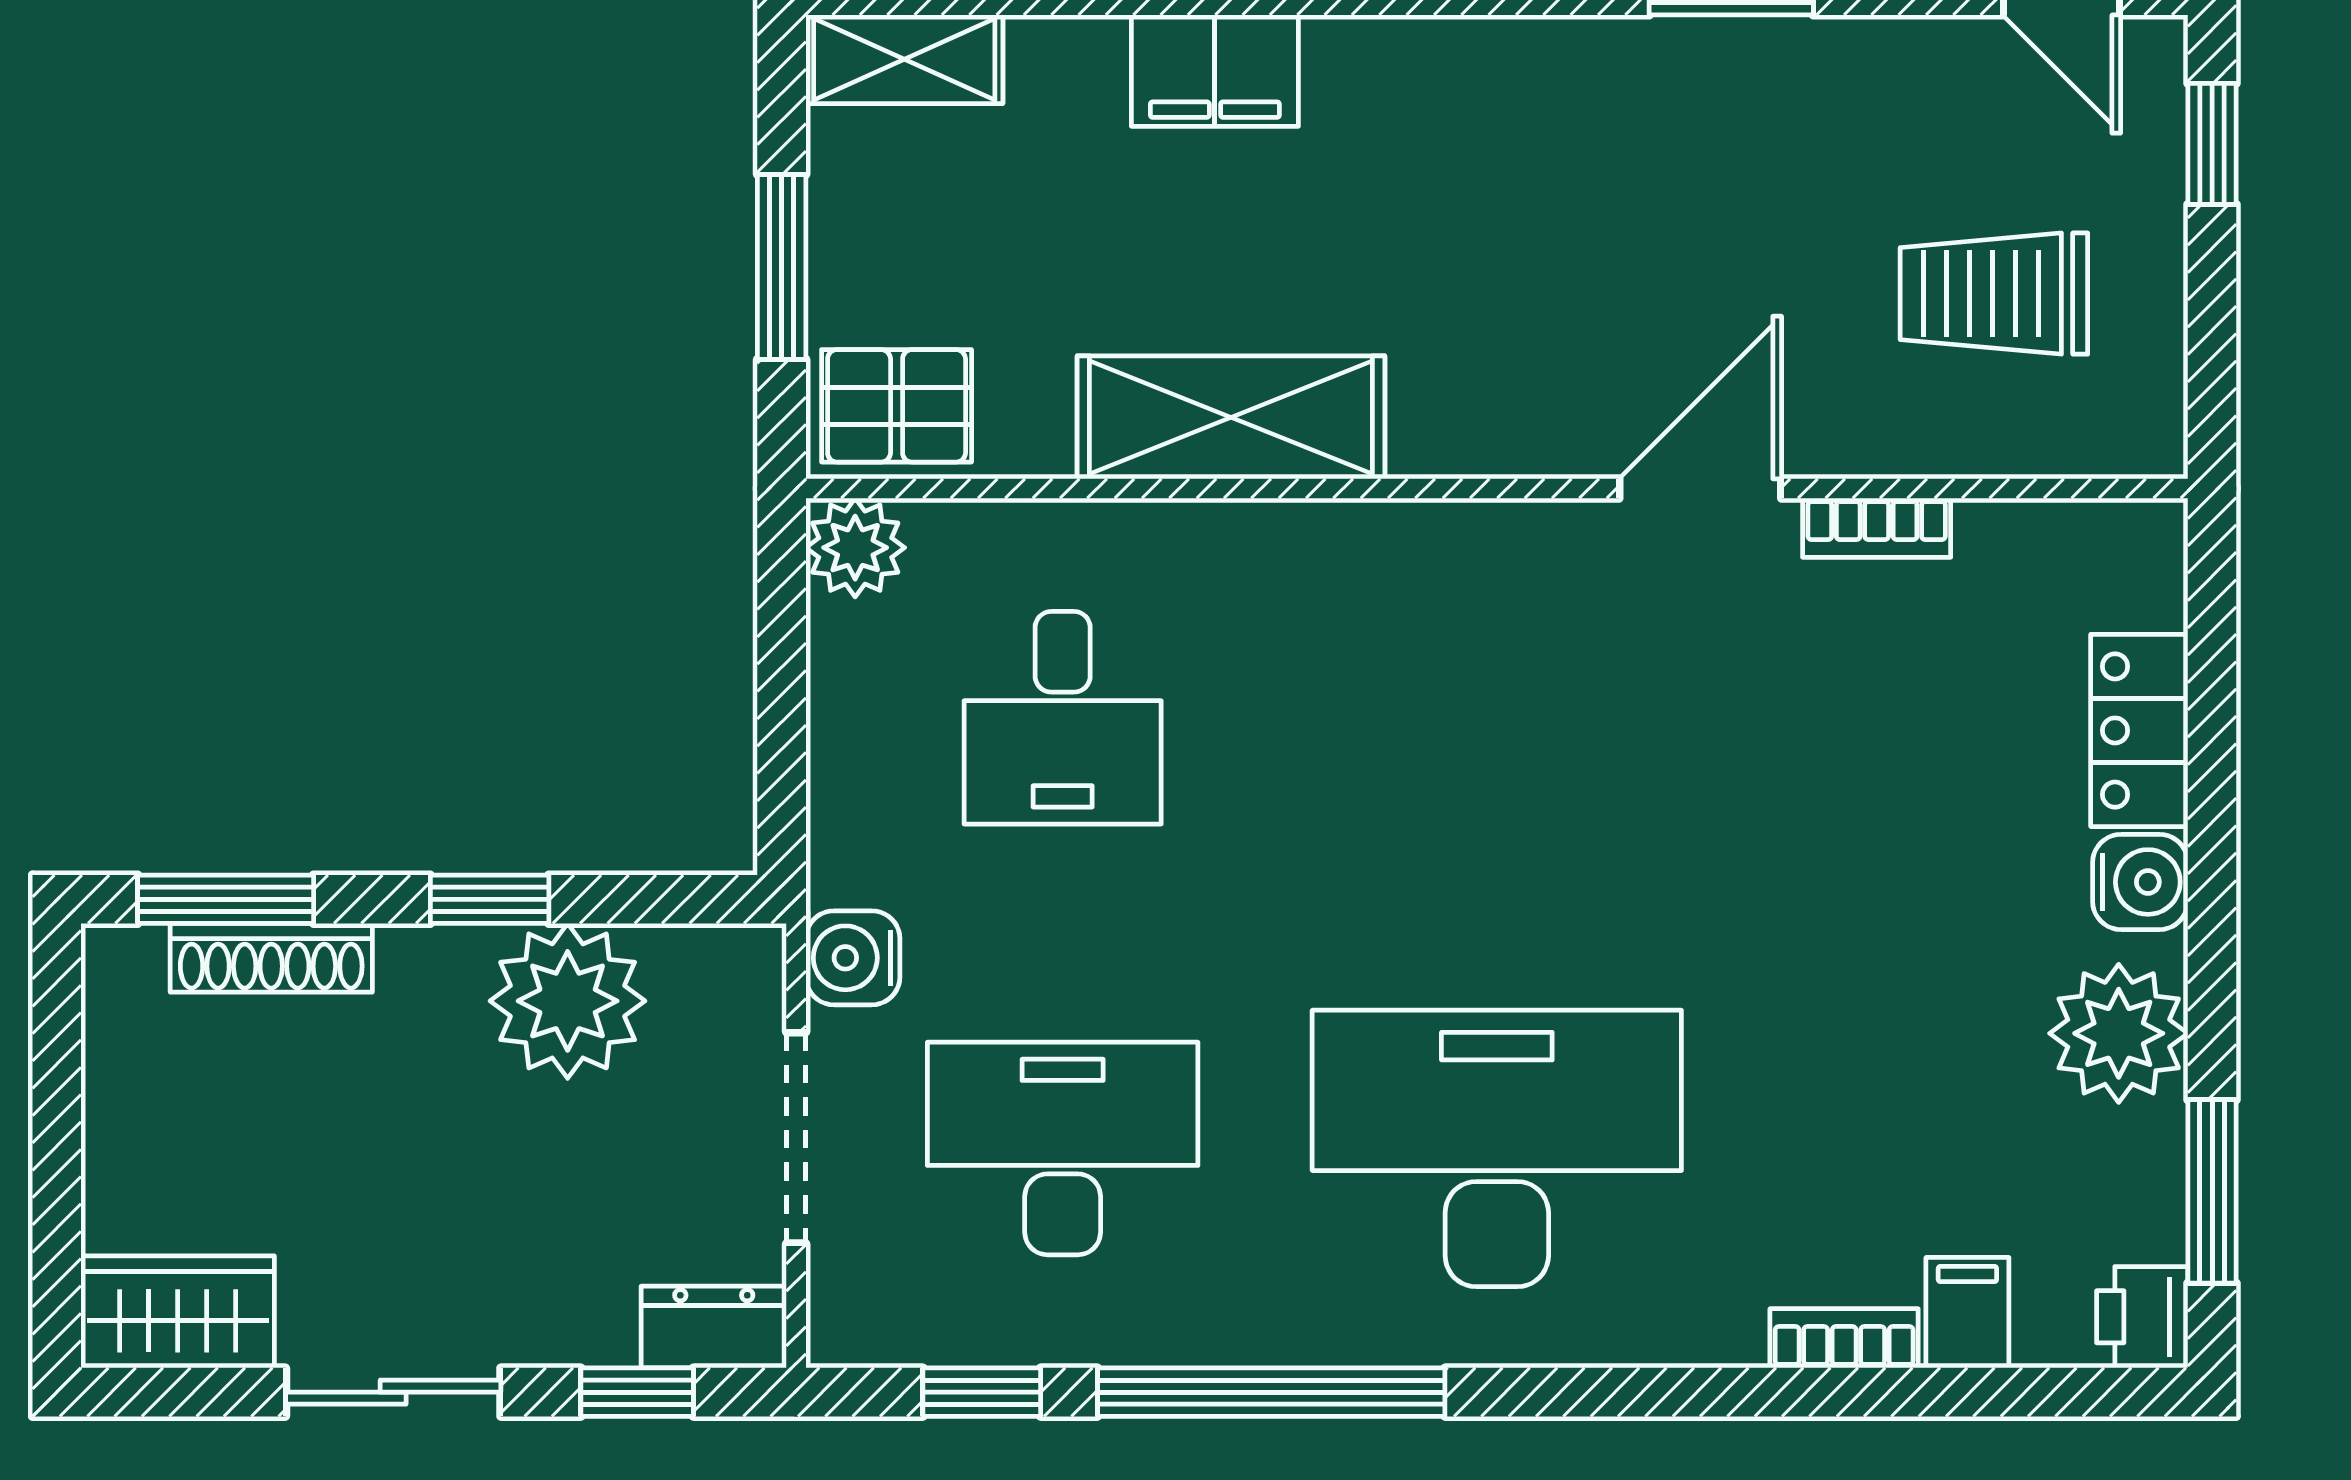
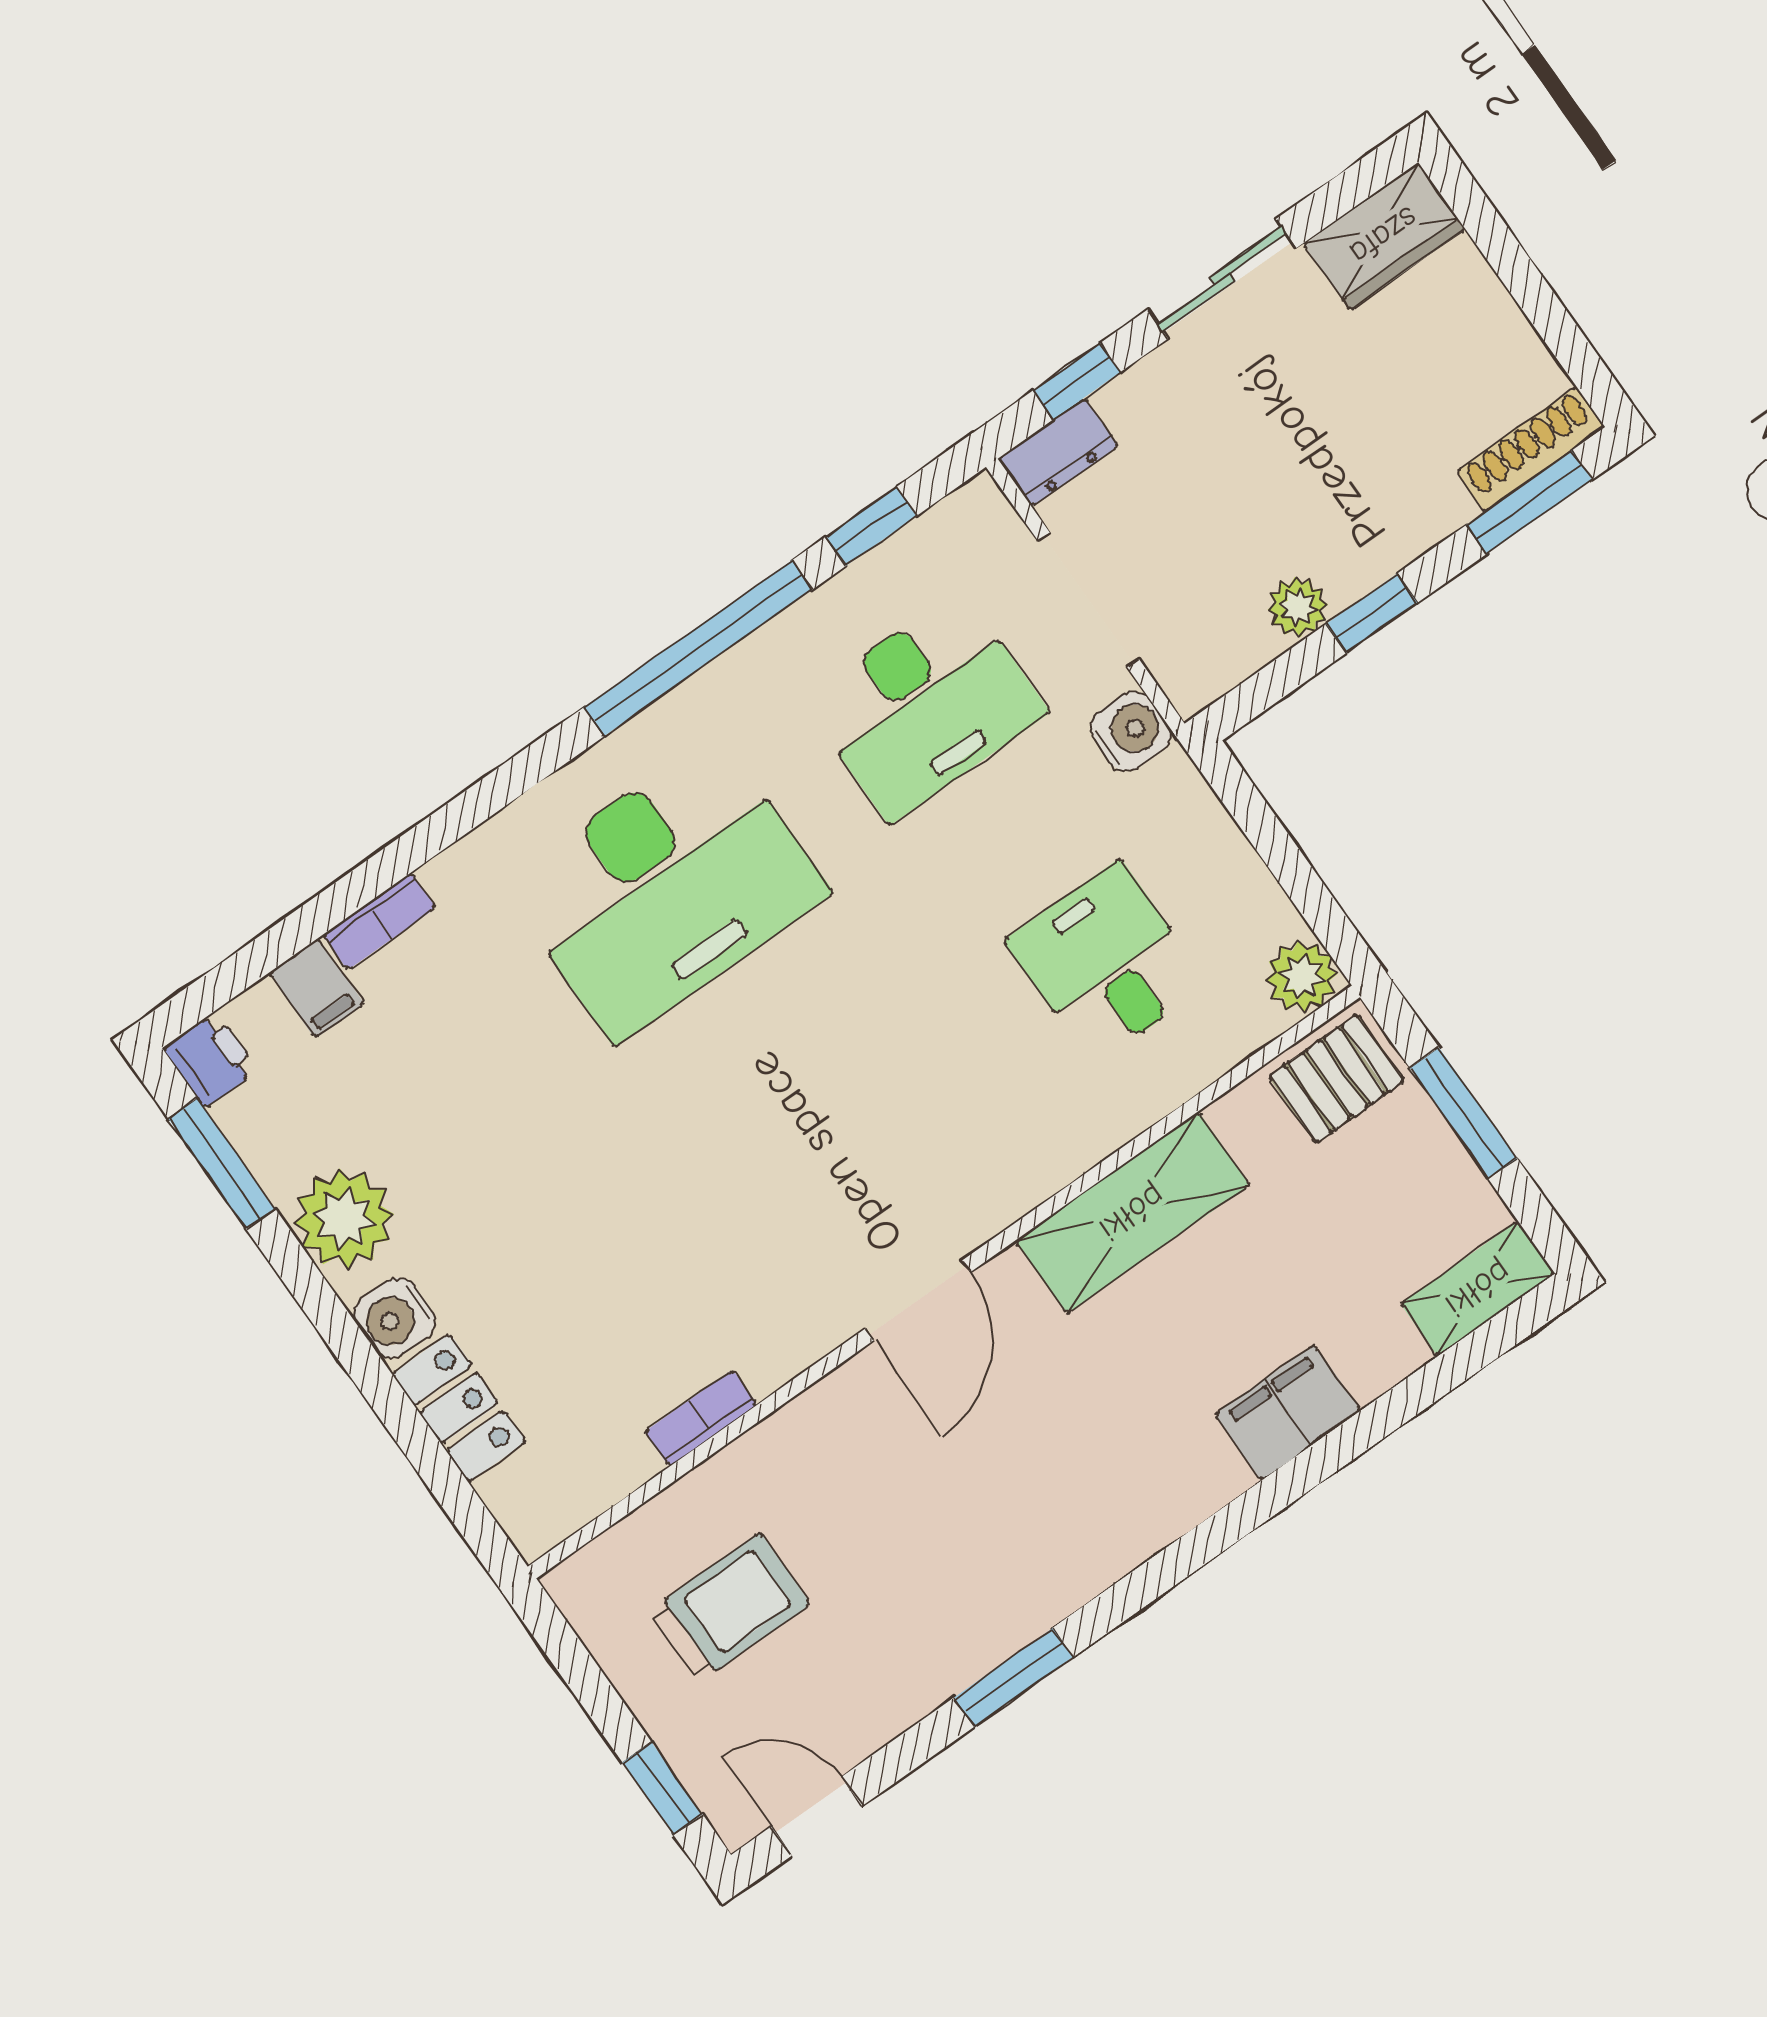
door: (1700, 488) -> (918, 1300), moved
shoe rack: (271, 958) -> (1531, 449), moved
plant: (568, 1001) -> (1298, 607), width x0.53, depth x0.53

